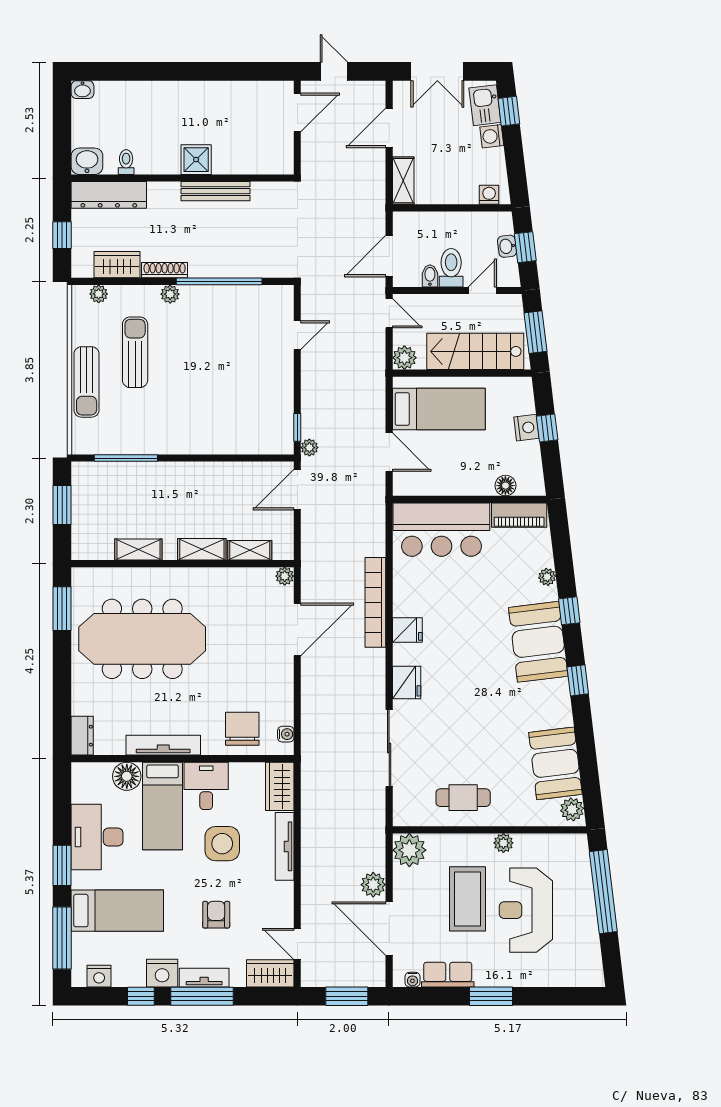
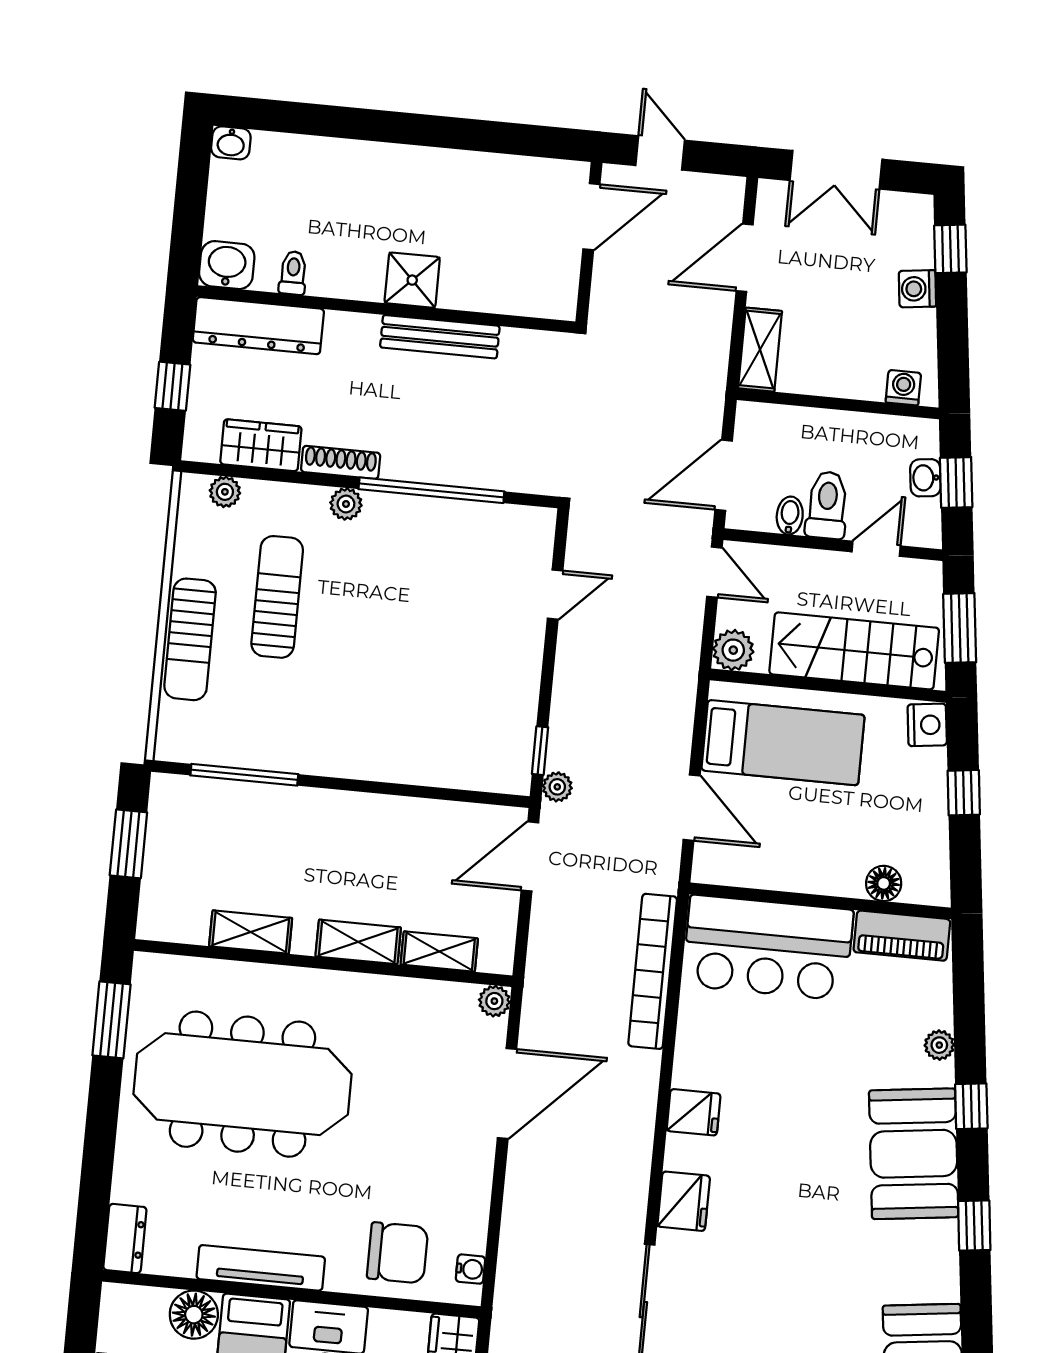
kitchen sink: (485, 105) -> (911, 235), removed
nightstand: (526, 428) -> (927, 725), moved
bookcase: (375, 602) -> (653, 971), moved
chair: (242, 729) -> (398, 1253), turned 90

